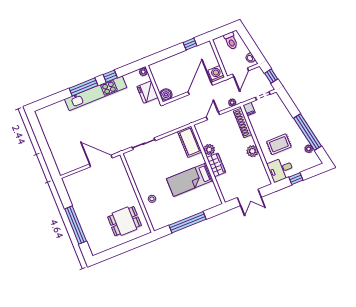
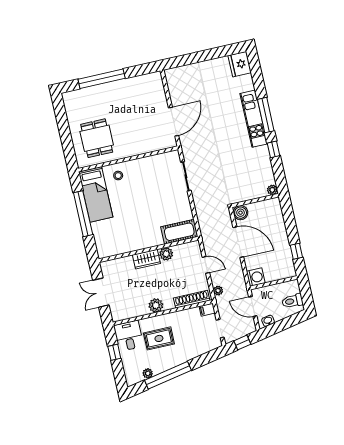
door: (200, 88) -> (238, 242), moved
fridge: (148, 92) -> (240, 64), moved, turned -90
kitchen unit: (96, 93) -> (254, 119), width x0.73
rug: (279, 144) -> (159, 338), turned 90
bed: (190, 180) -> (96, 194), moved, turned 180

